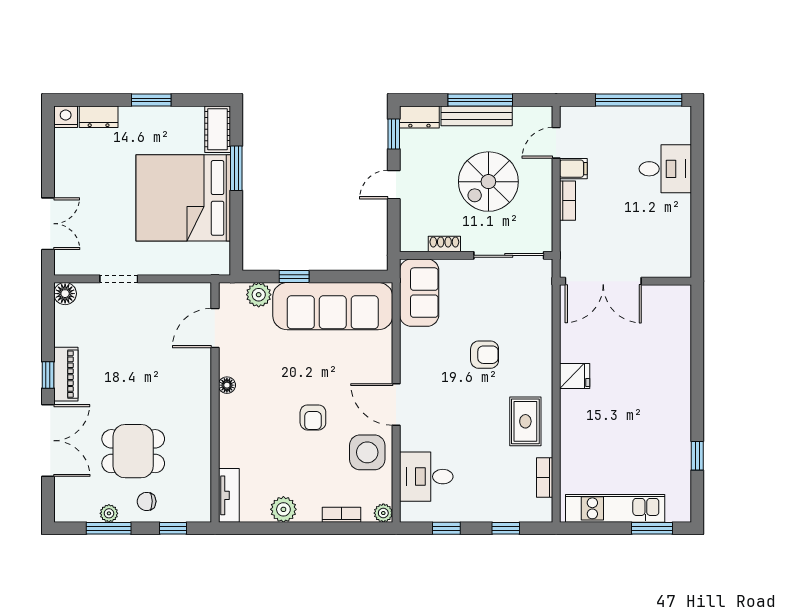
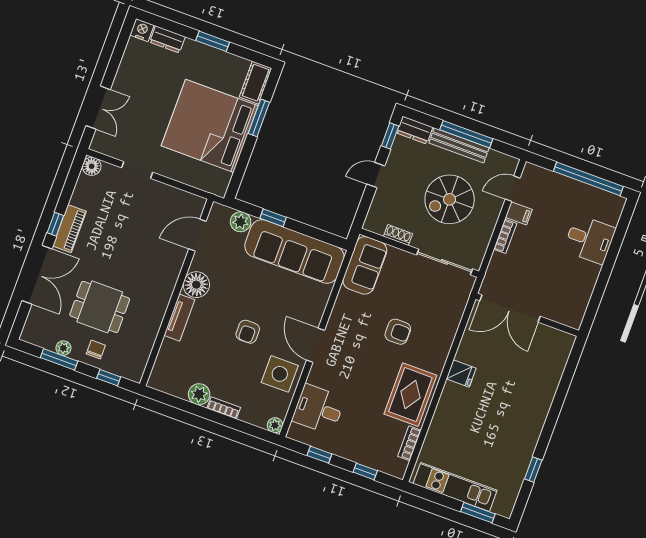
floor lamp: (227, 385) -> (196, 285), width x1.89, depth x1.89
rug: (525, 421) -> (410, 395), width x1.36, depth x1.43
tv unit: (229, 495) -> (179, 318), moved
chair: (147, 501) -> (96, 350), turned 90
bookcase: (341, 515) -> (224, 408), moved

